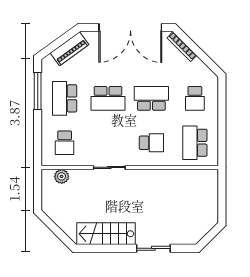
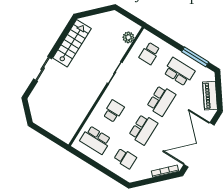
school desk: (108, 98) -> (161, 101), turned 180
school desk: (195, 98) -> (125, 158), turned 180
school desk: (65, 143) -> (150, 53), turned -90
school desk: (151, 143) -> (114, 111), turned 180
school desk: (195, 143) -> (96, 140), turned 180

